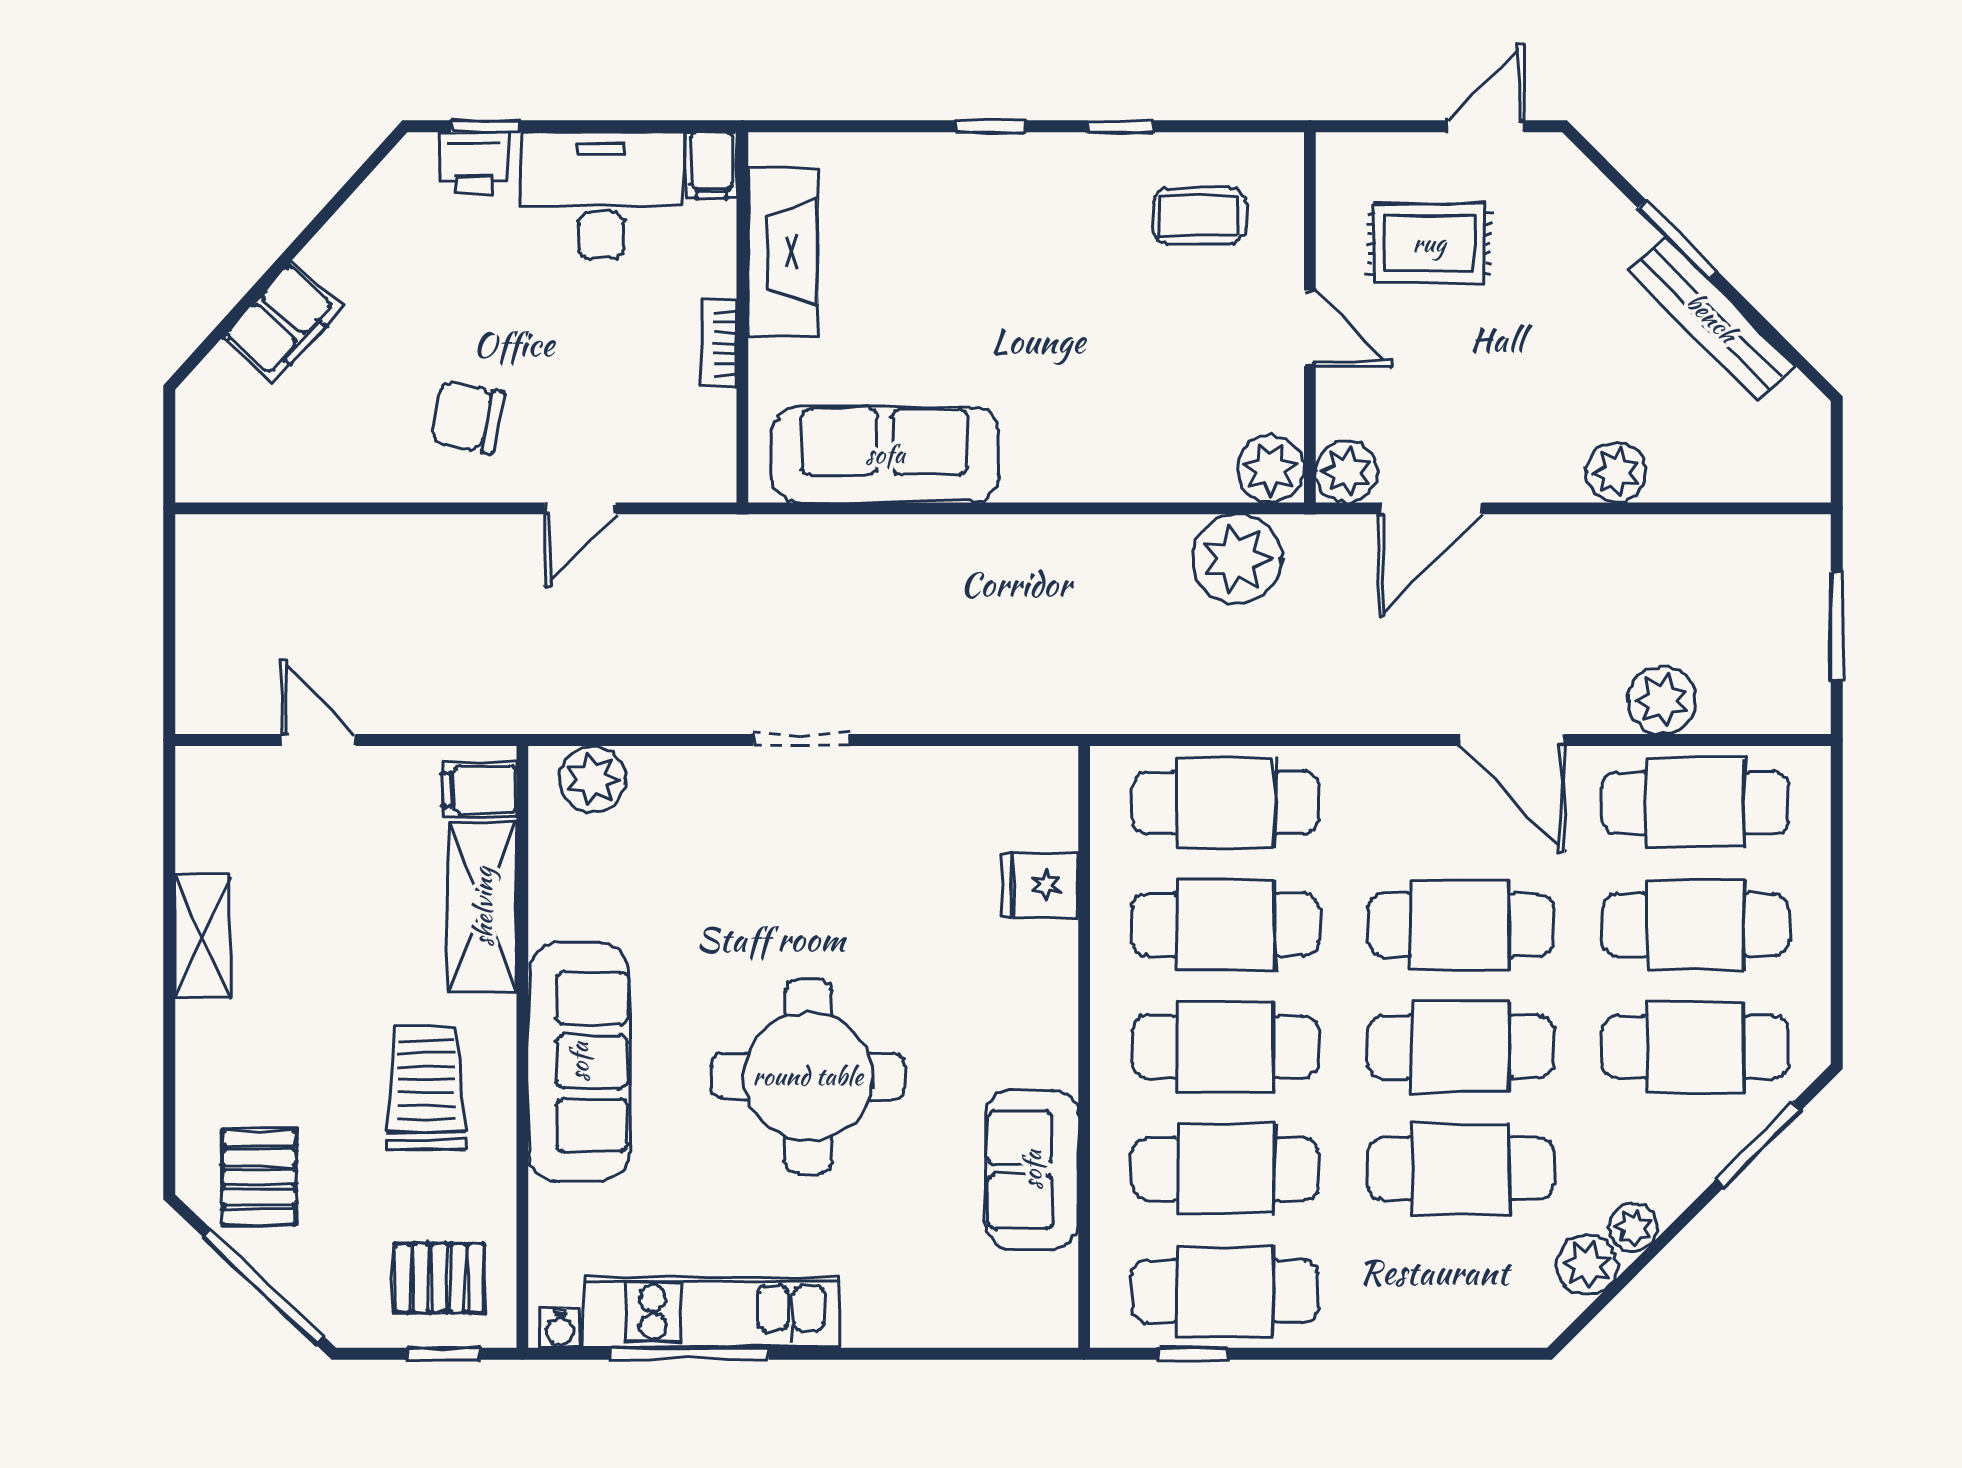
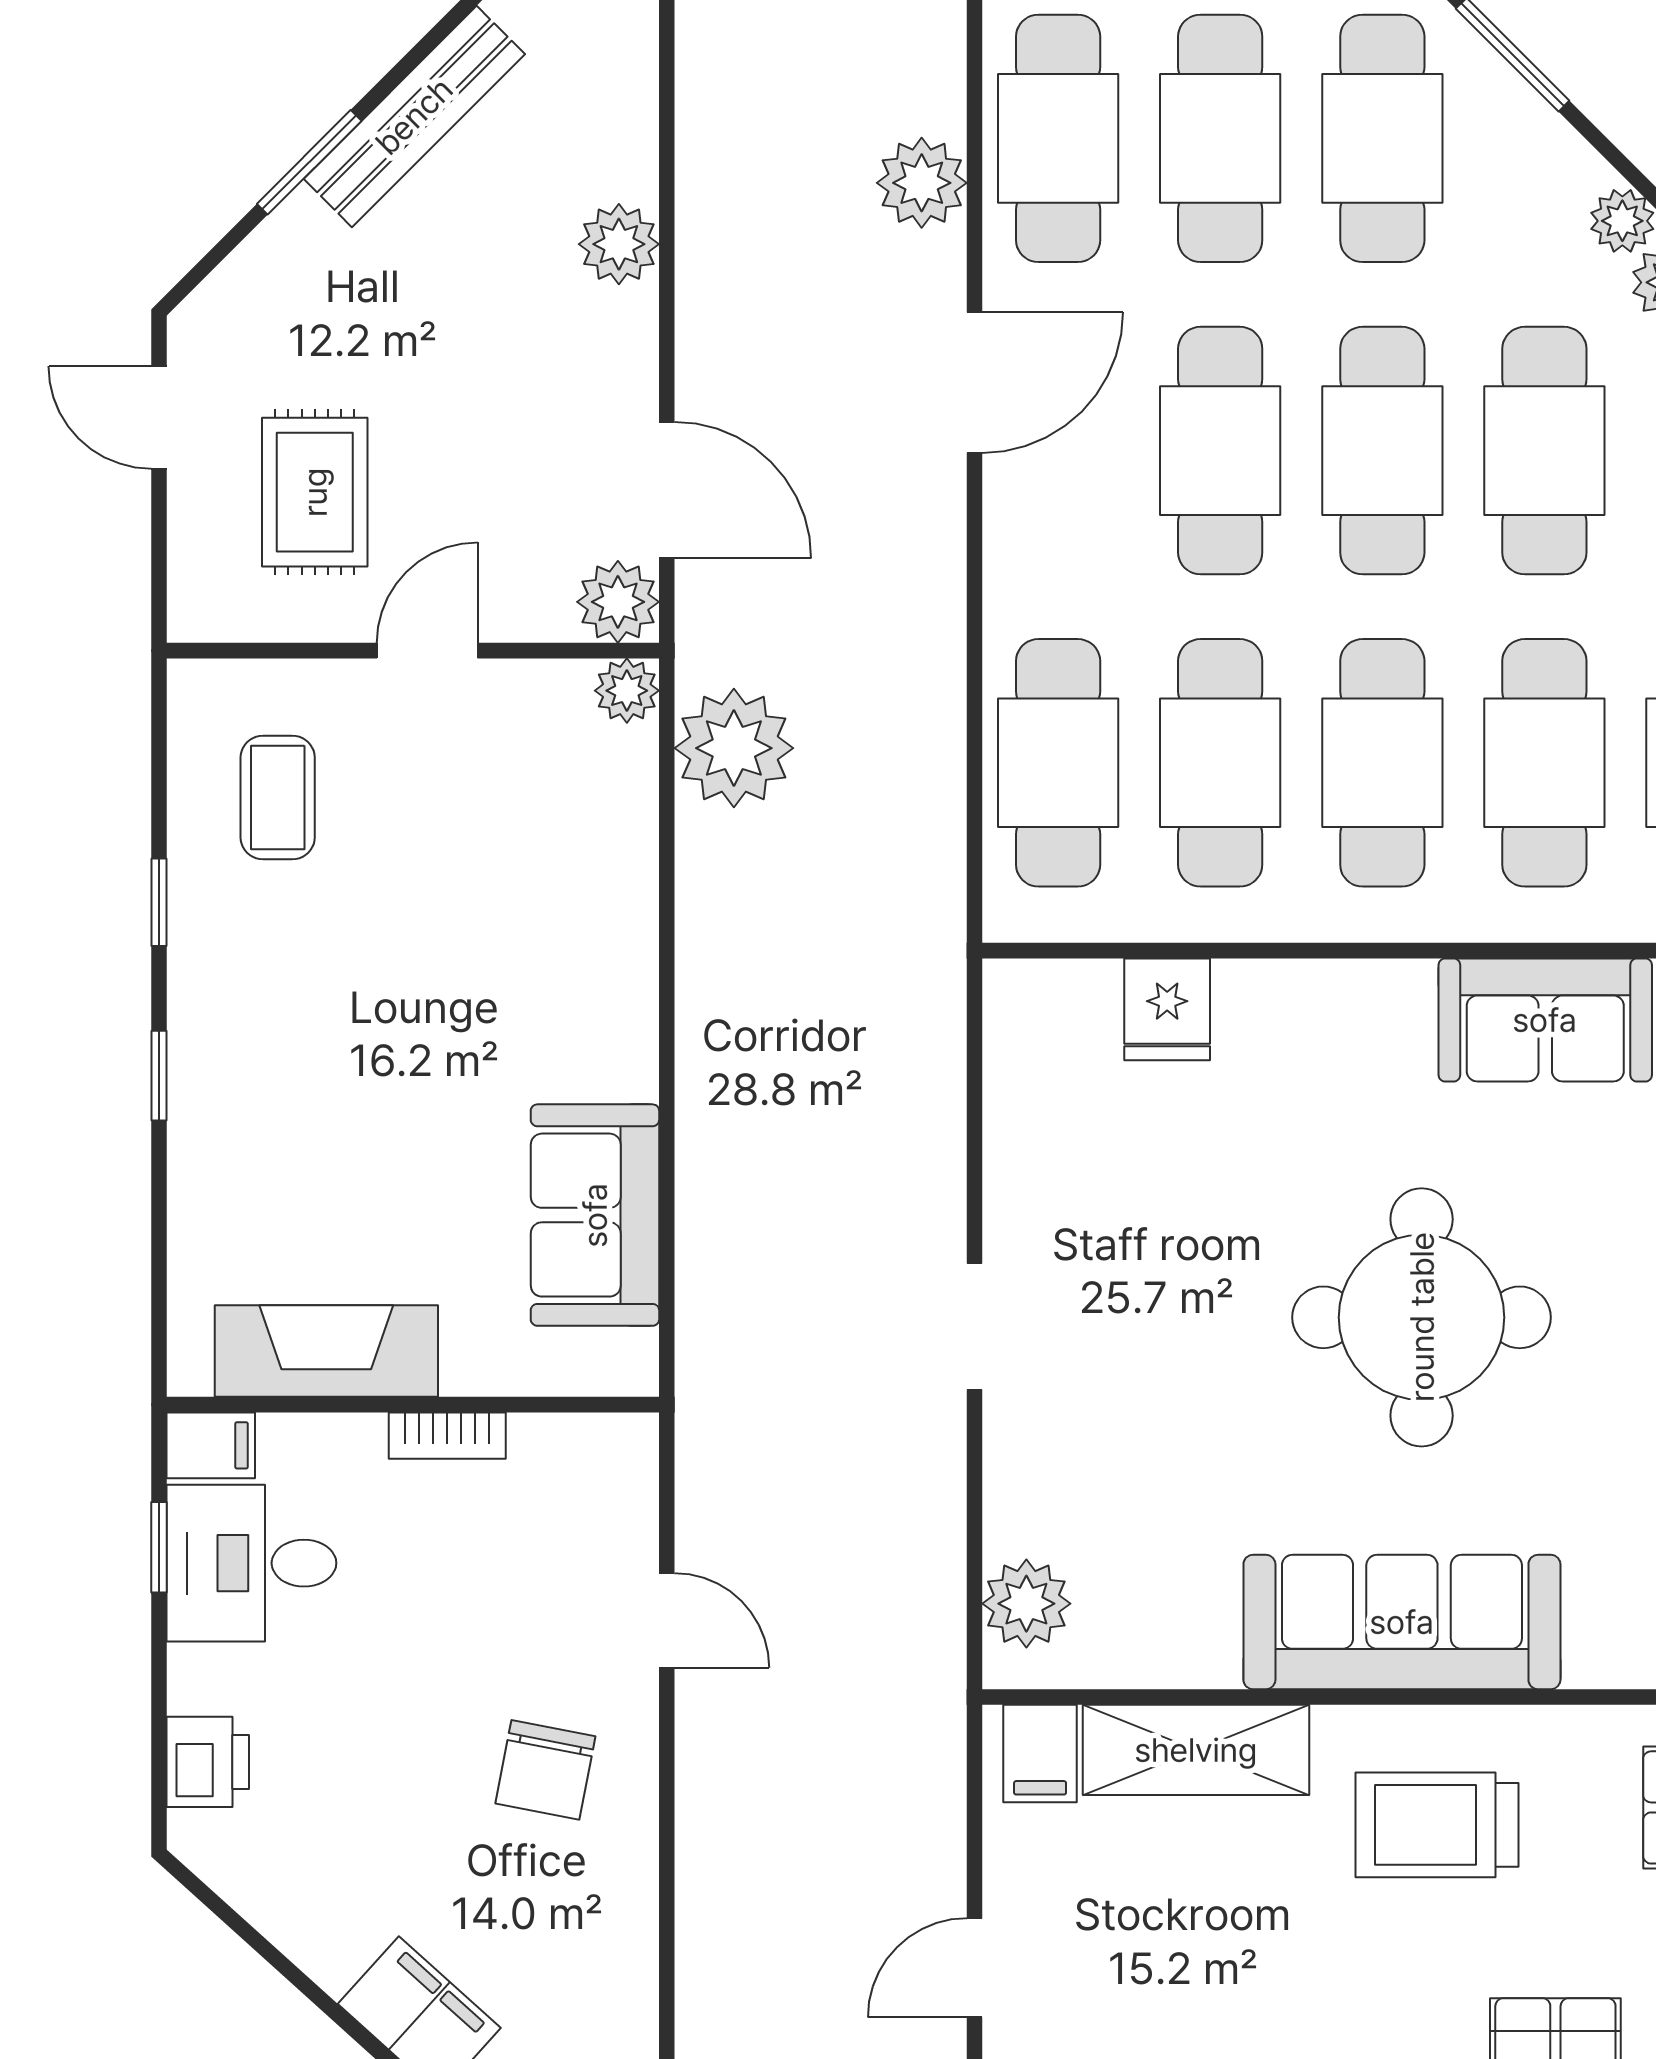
window: (485, 126) -> (159, 1547), moved
desk: (601, 196) -> (251, 1563), width x0.73
sofa: (885, 454) -> (595, 1215), width x0.73
plant: (1271, 469) -> (627, 691), width x0.73, depth x0.73

